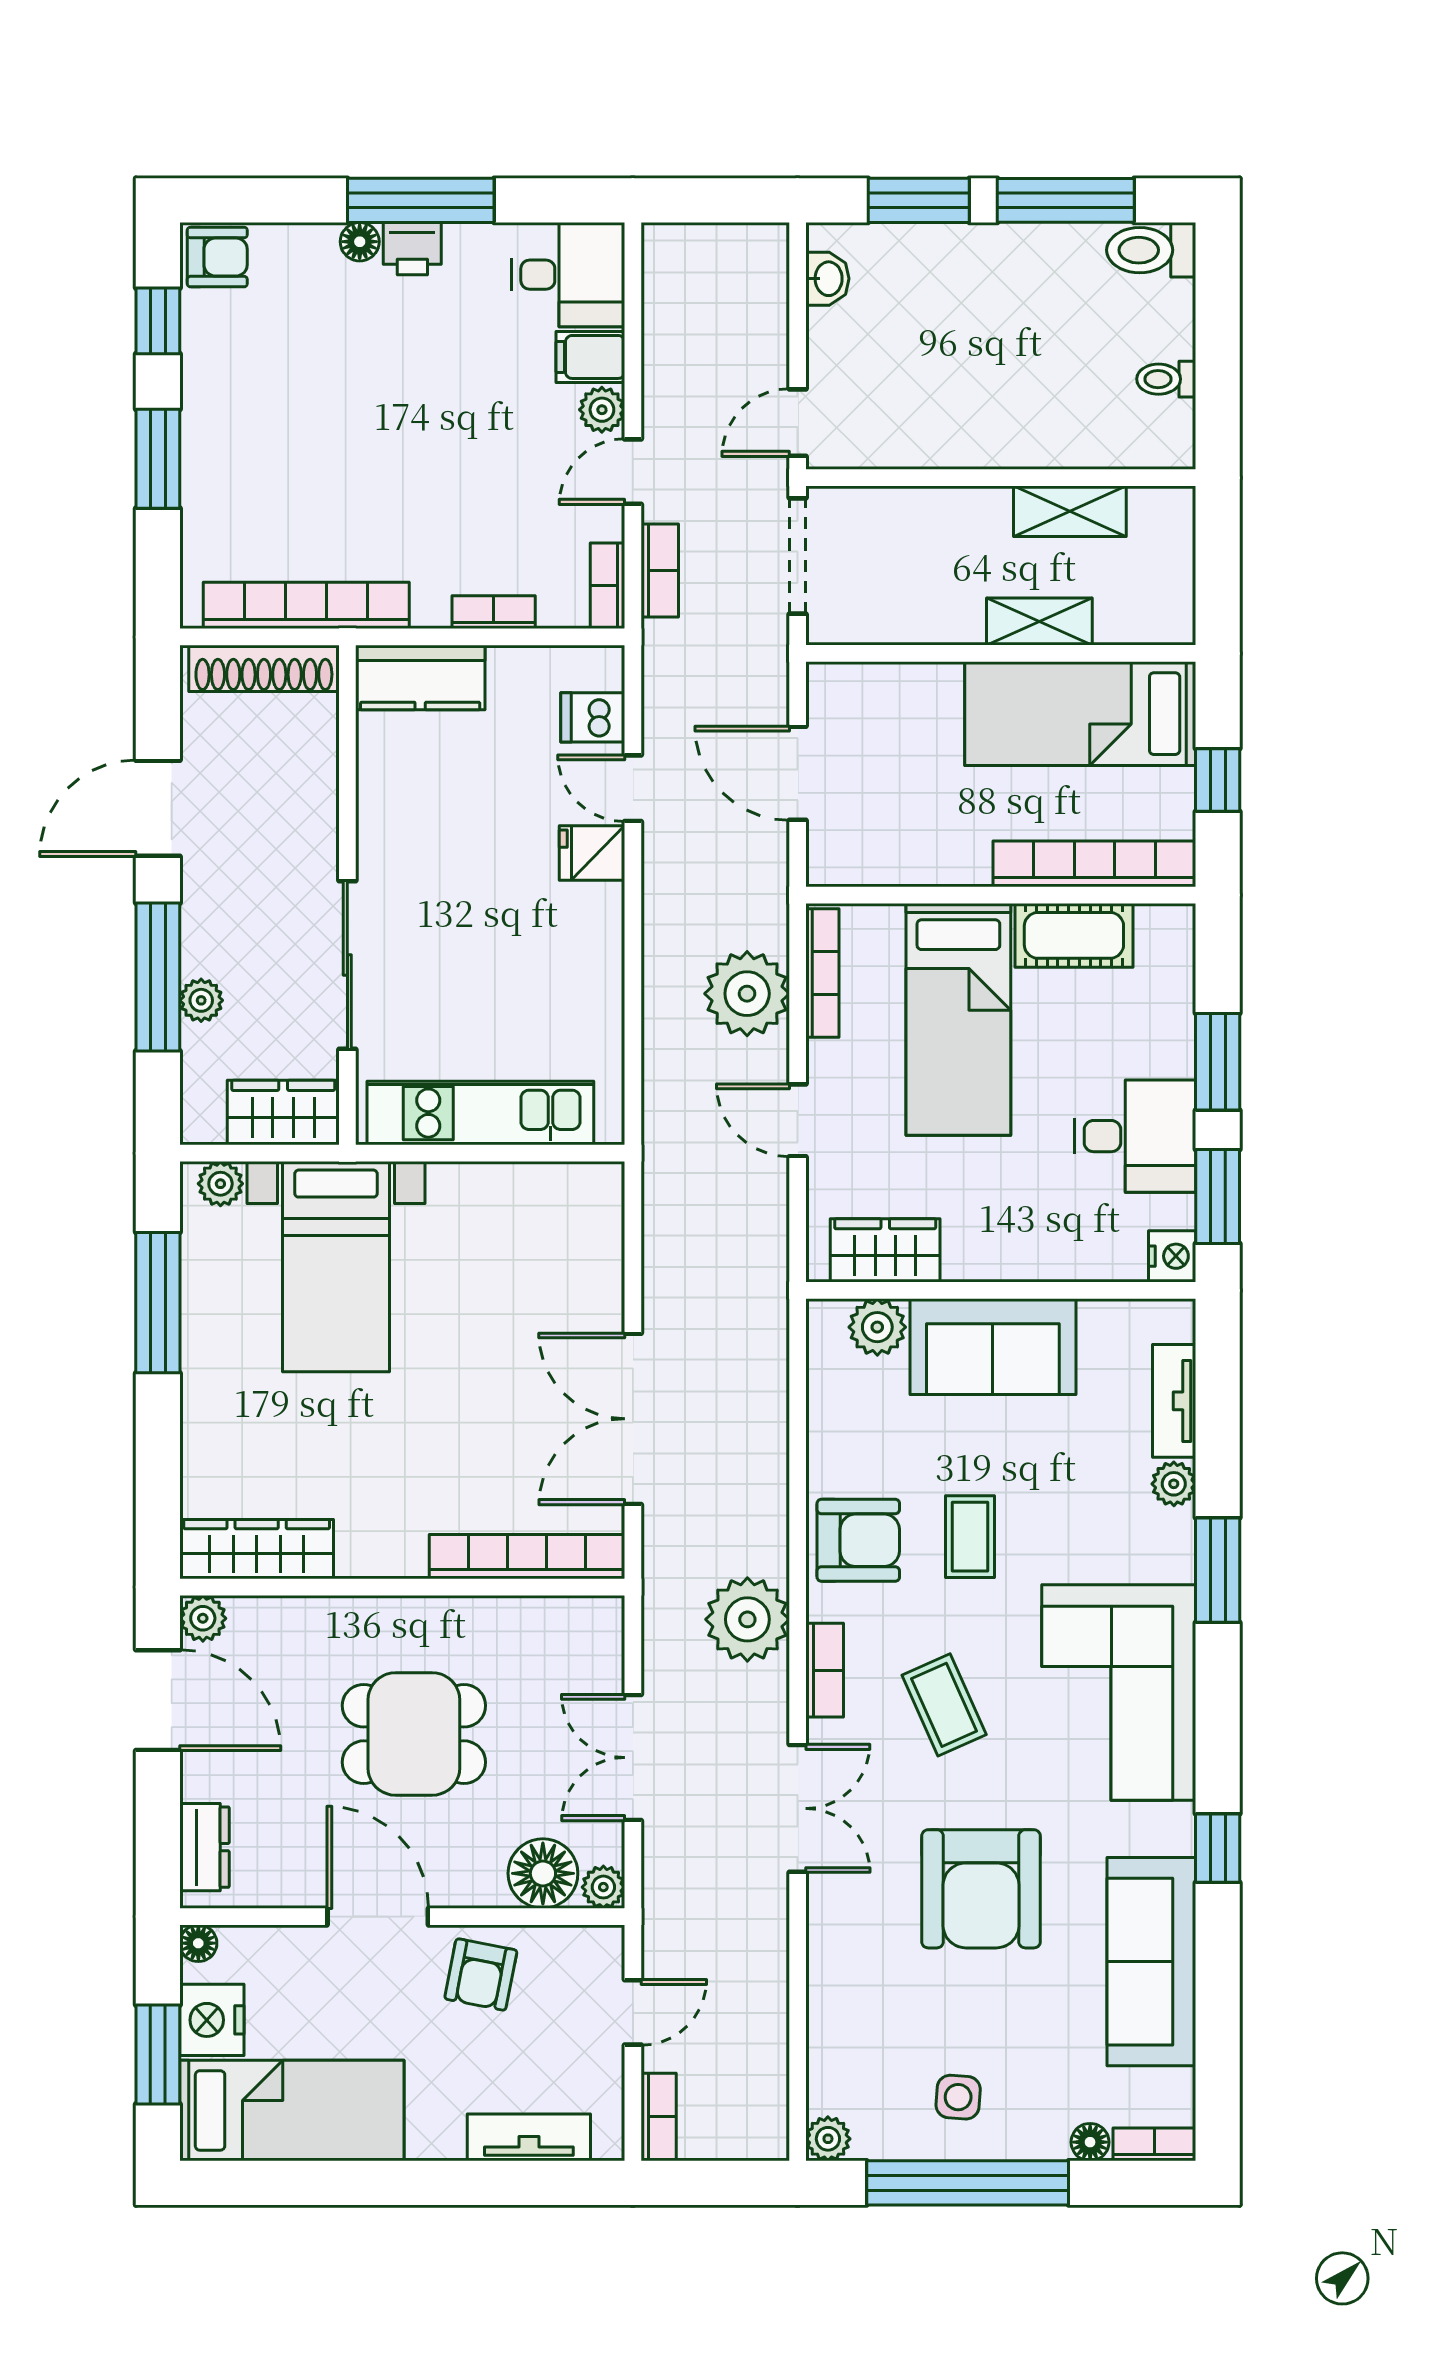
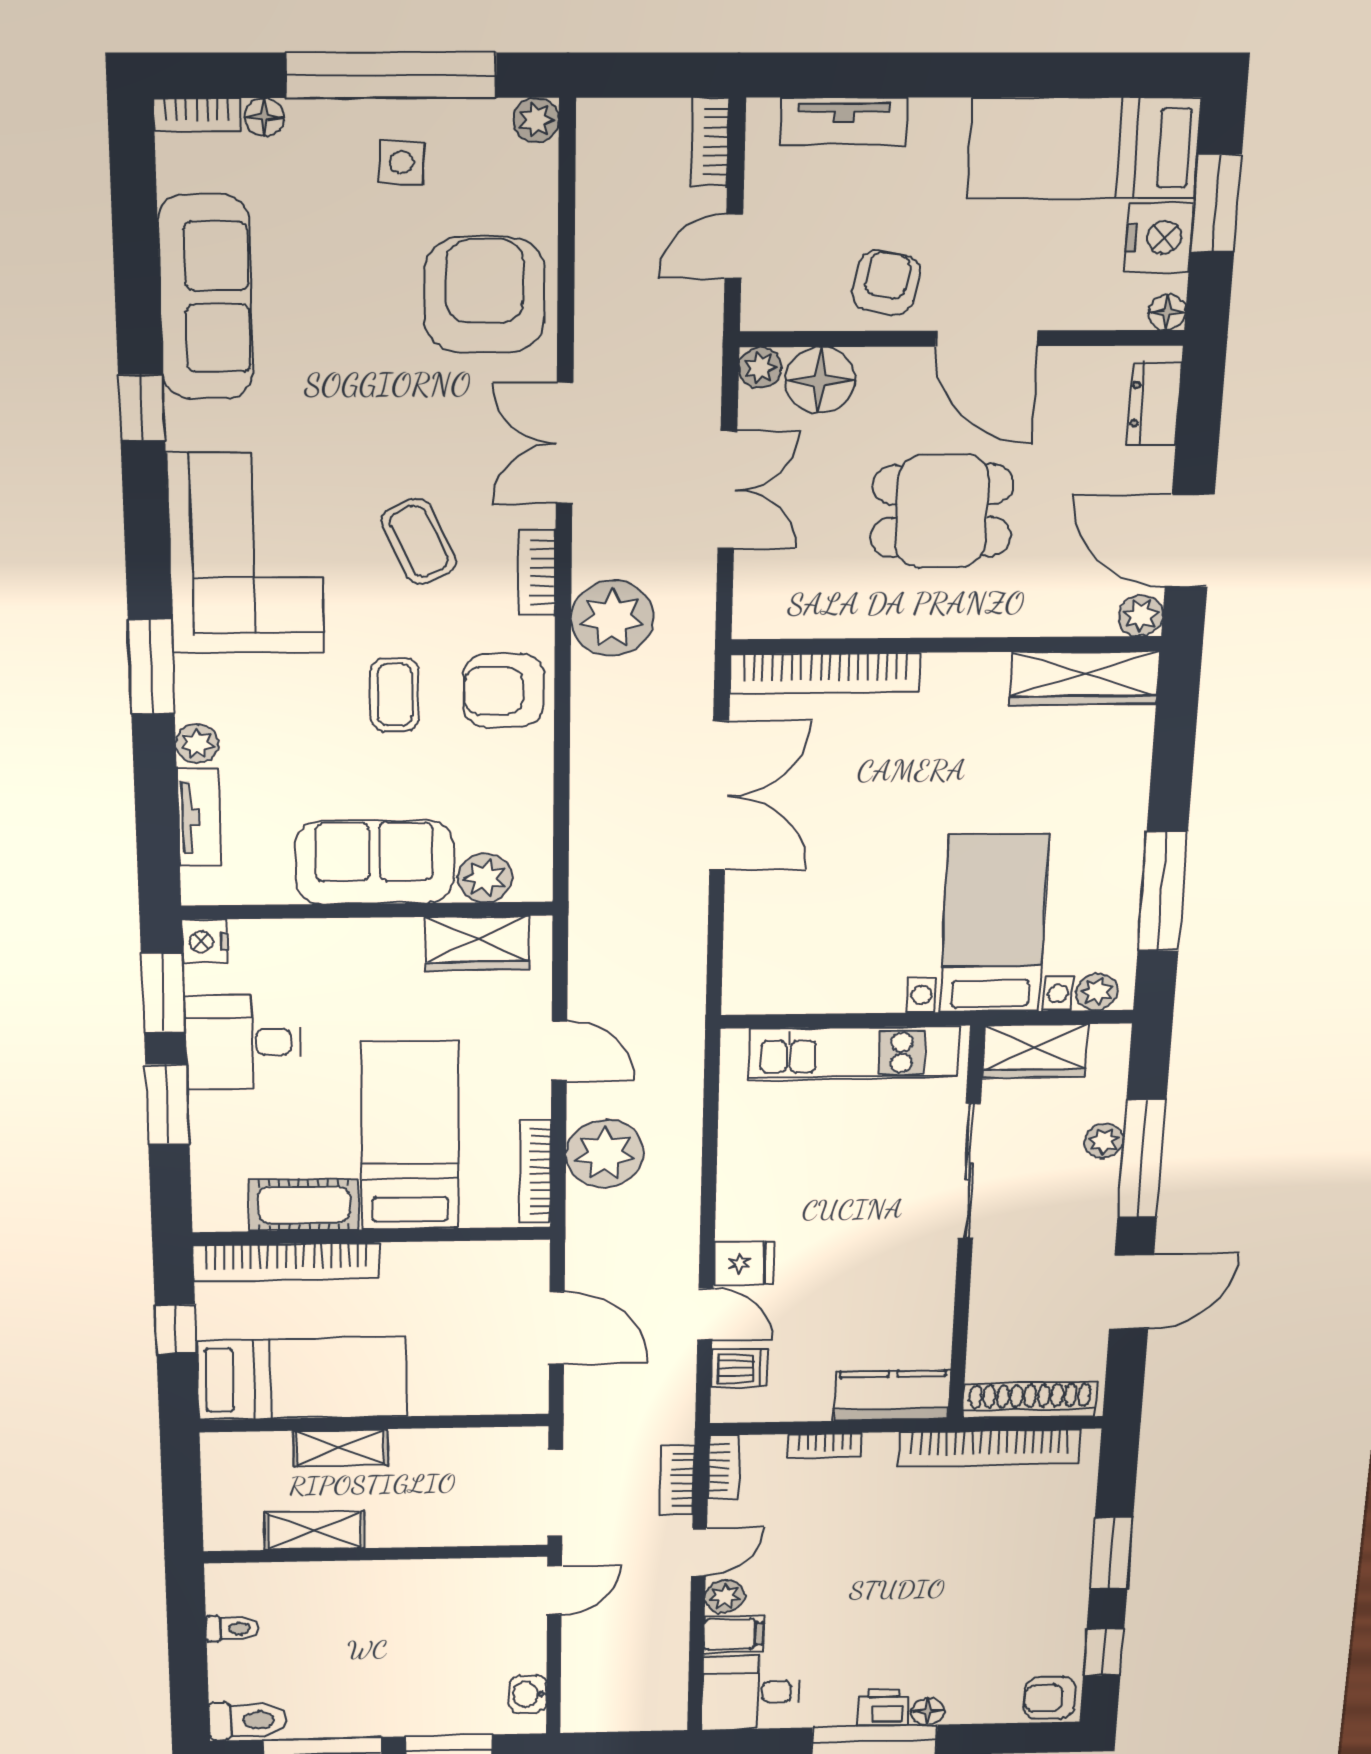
armchair: (981, 1889) -> (485, 295), moved

